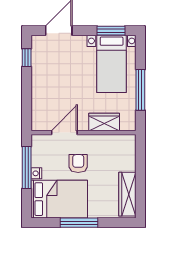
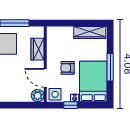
plant: (40, 122) -> (38, 96), added
side table: (42, 146) -> (55, 94), added
window: (27, 168) -> (70, 105), width x0.46

